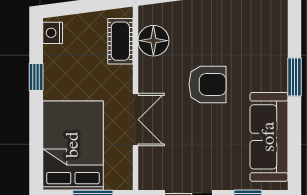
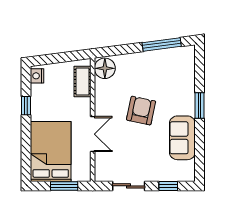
floor lamp: (153, 41) -> (105, 68), moved
armchair: (207, 84) -> (141, 111), turned -78
sofa: (269, 137) -> (182, 138), width x0.73

